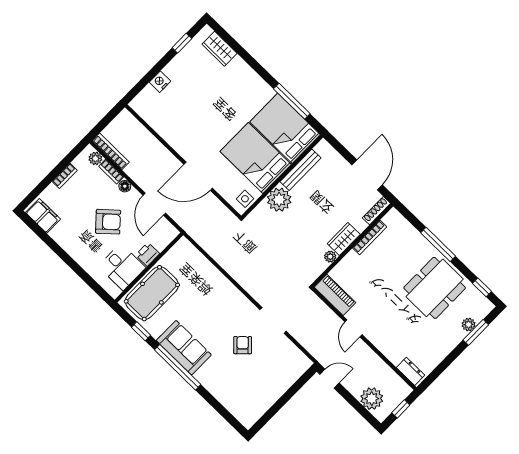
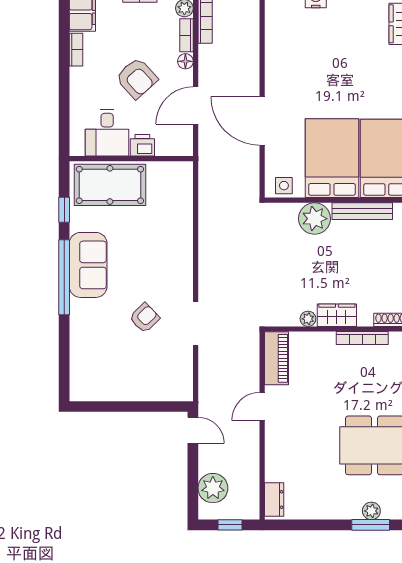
bookcase: (60, 239) -> (76, 50), added

